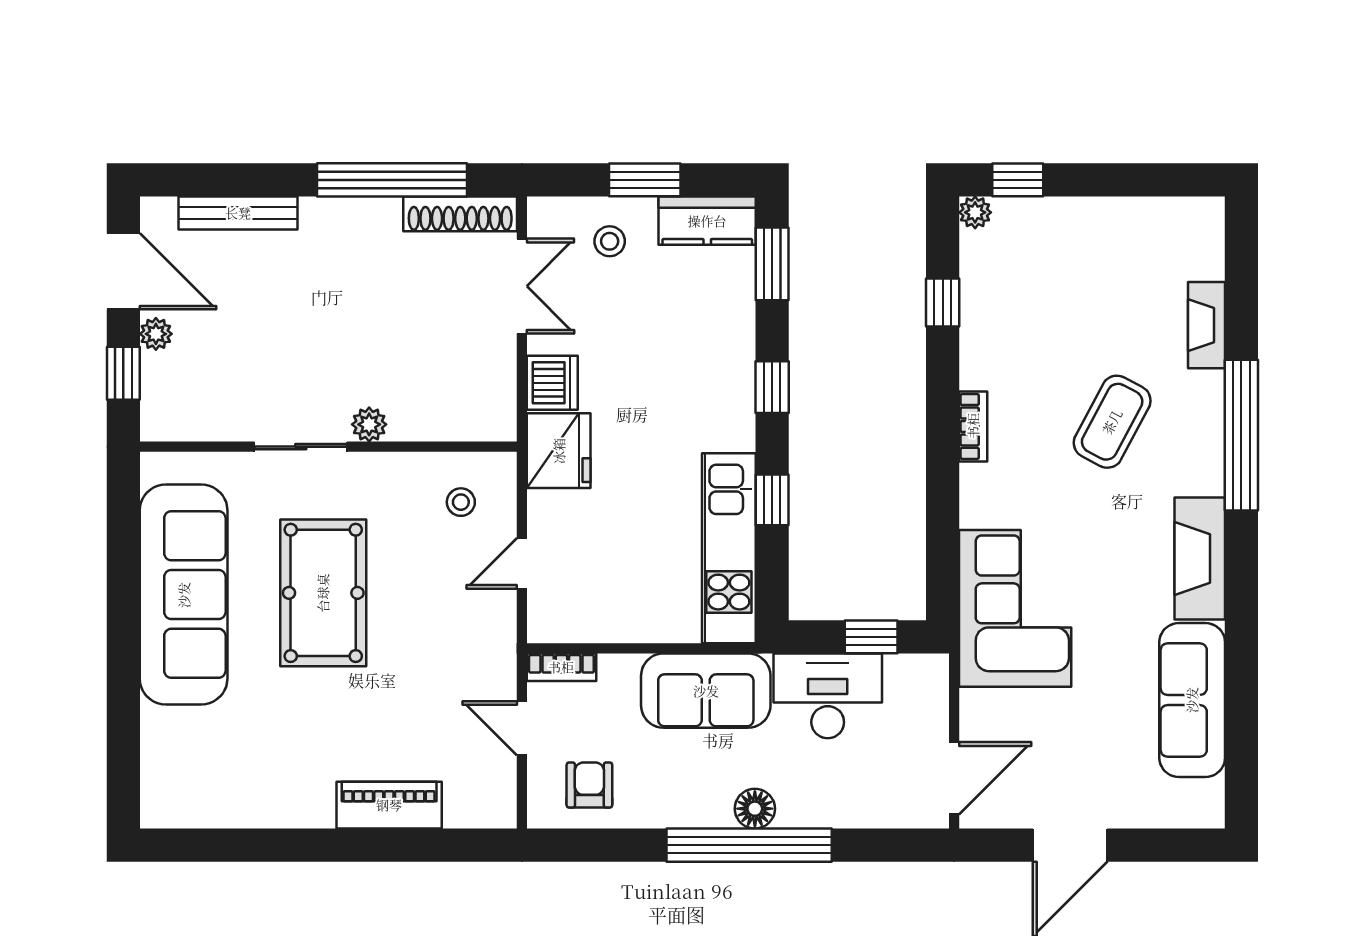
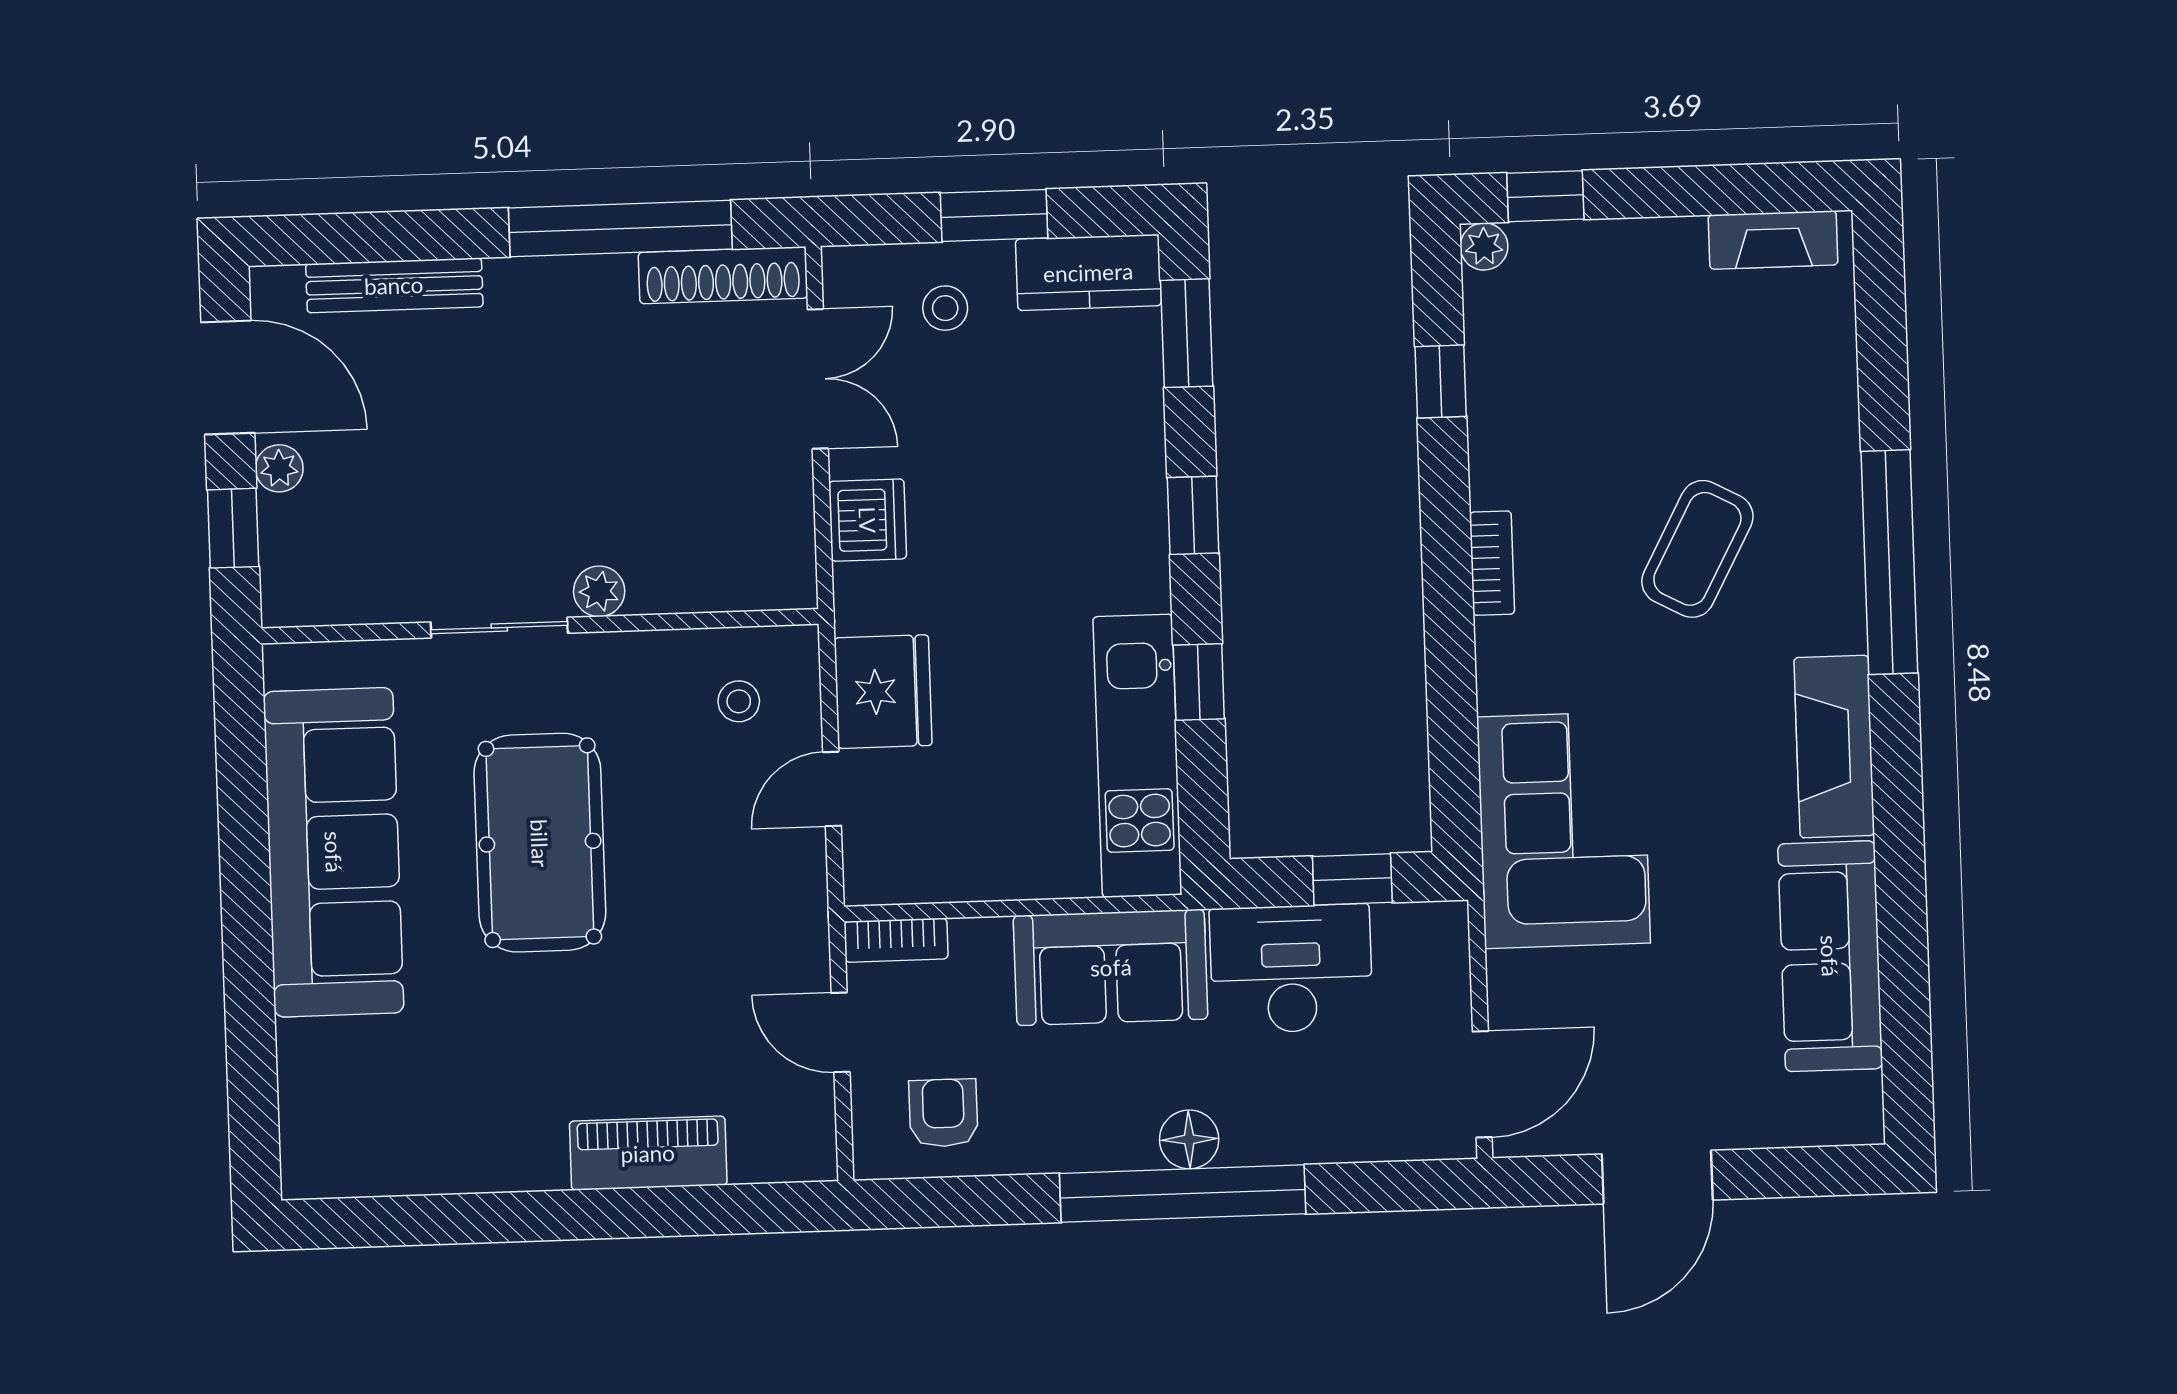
fireplace: (1207, 325) -> (1773, 240), moved, turned -90
fridge: (559, 451) -> (883, 692), moved

